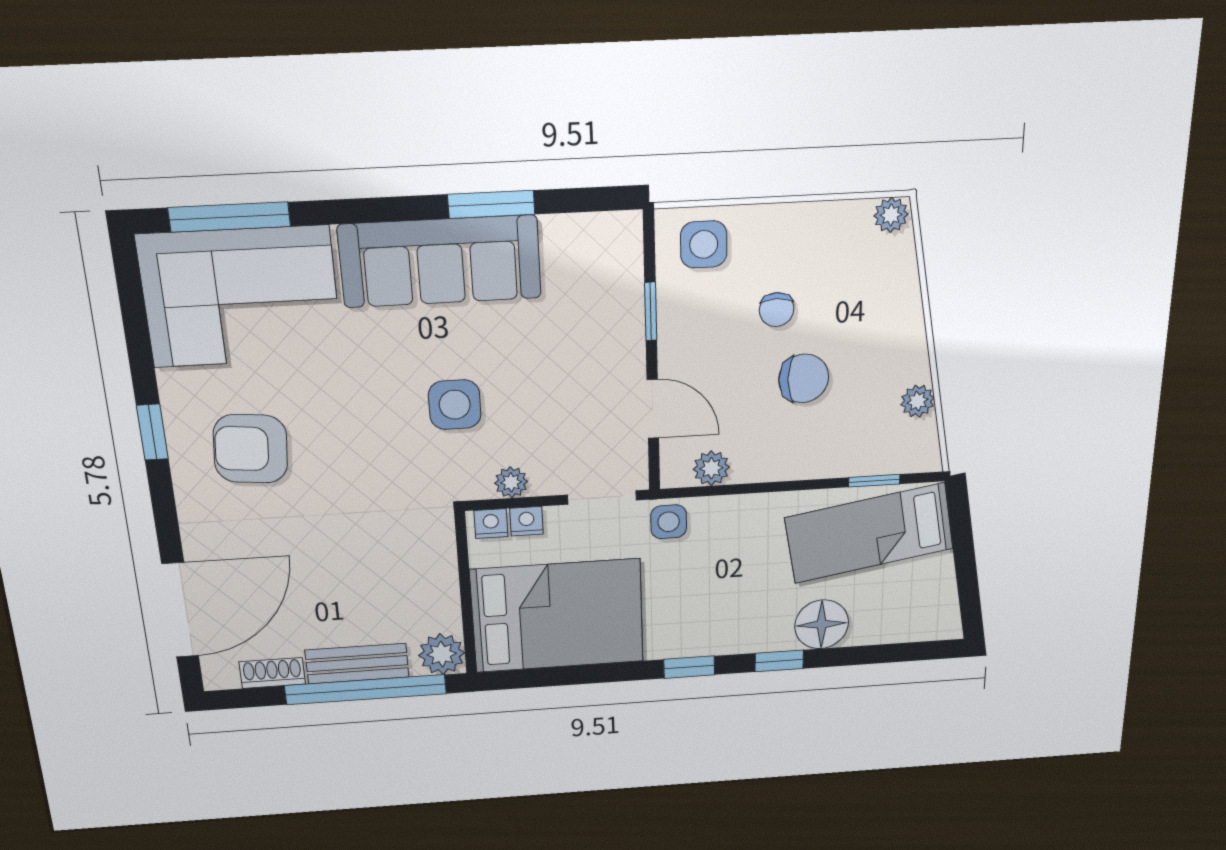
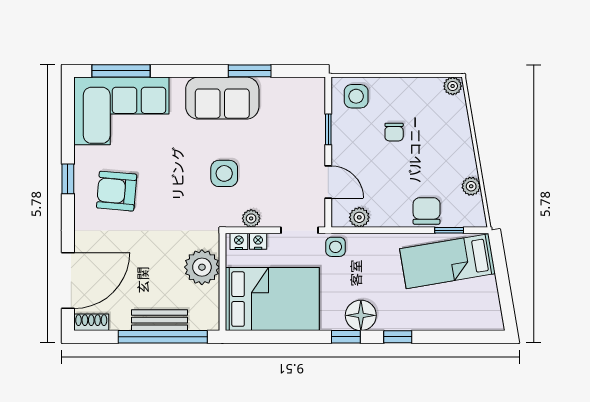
sofa: (440, 261) -> (222, 98), width x0.73
chair: (804, 378) -> (427, 211), moved, turned -90
floor lamp: (822, 624) -> (361, 315), moved
plant: (442, 654) -> (202, 267), moved, width x1.36, depth x1.36
shoe rack: (272, 673) -> (91, 322), moved

